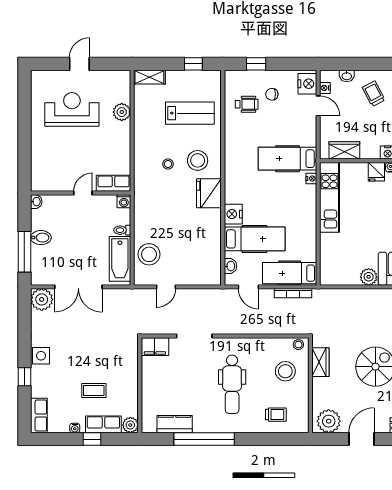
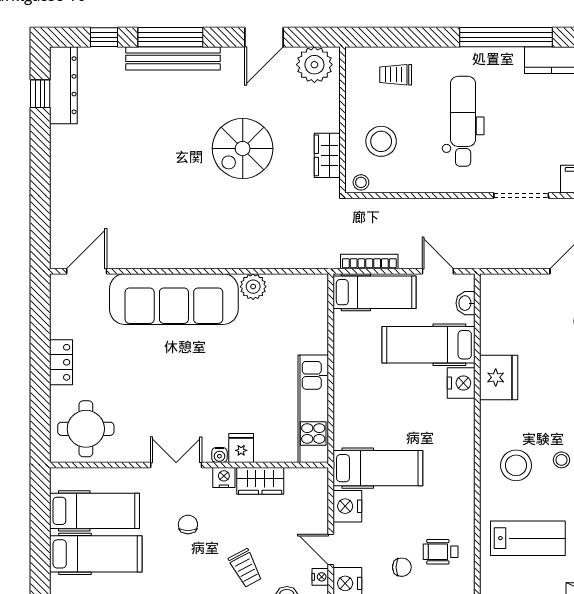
lab bench: (190, 113) -> (528, 538), turned 180
wardrobe: (344, 150) -> (260, 481), moved
nightstand: (311, 179) -> (347, 506), moved, width x1.89, depth x1.79
fridge: (209, 193) -> (499, 377), moved

